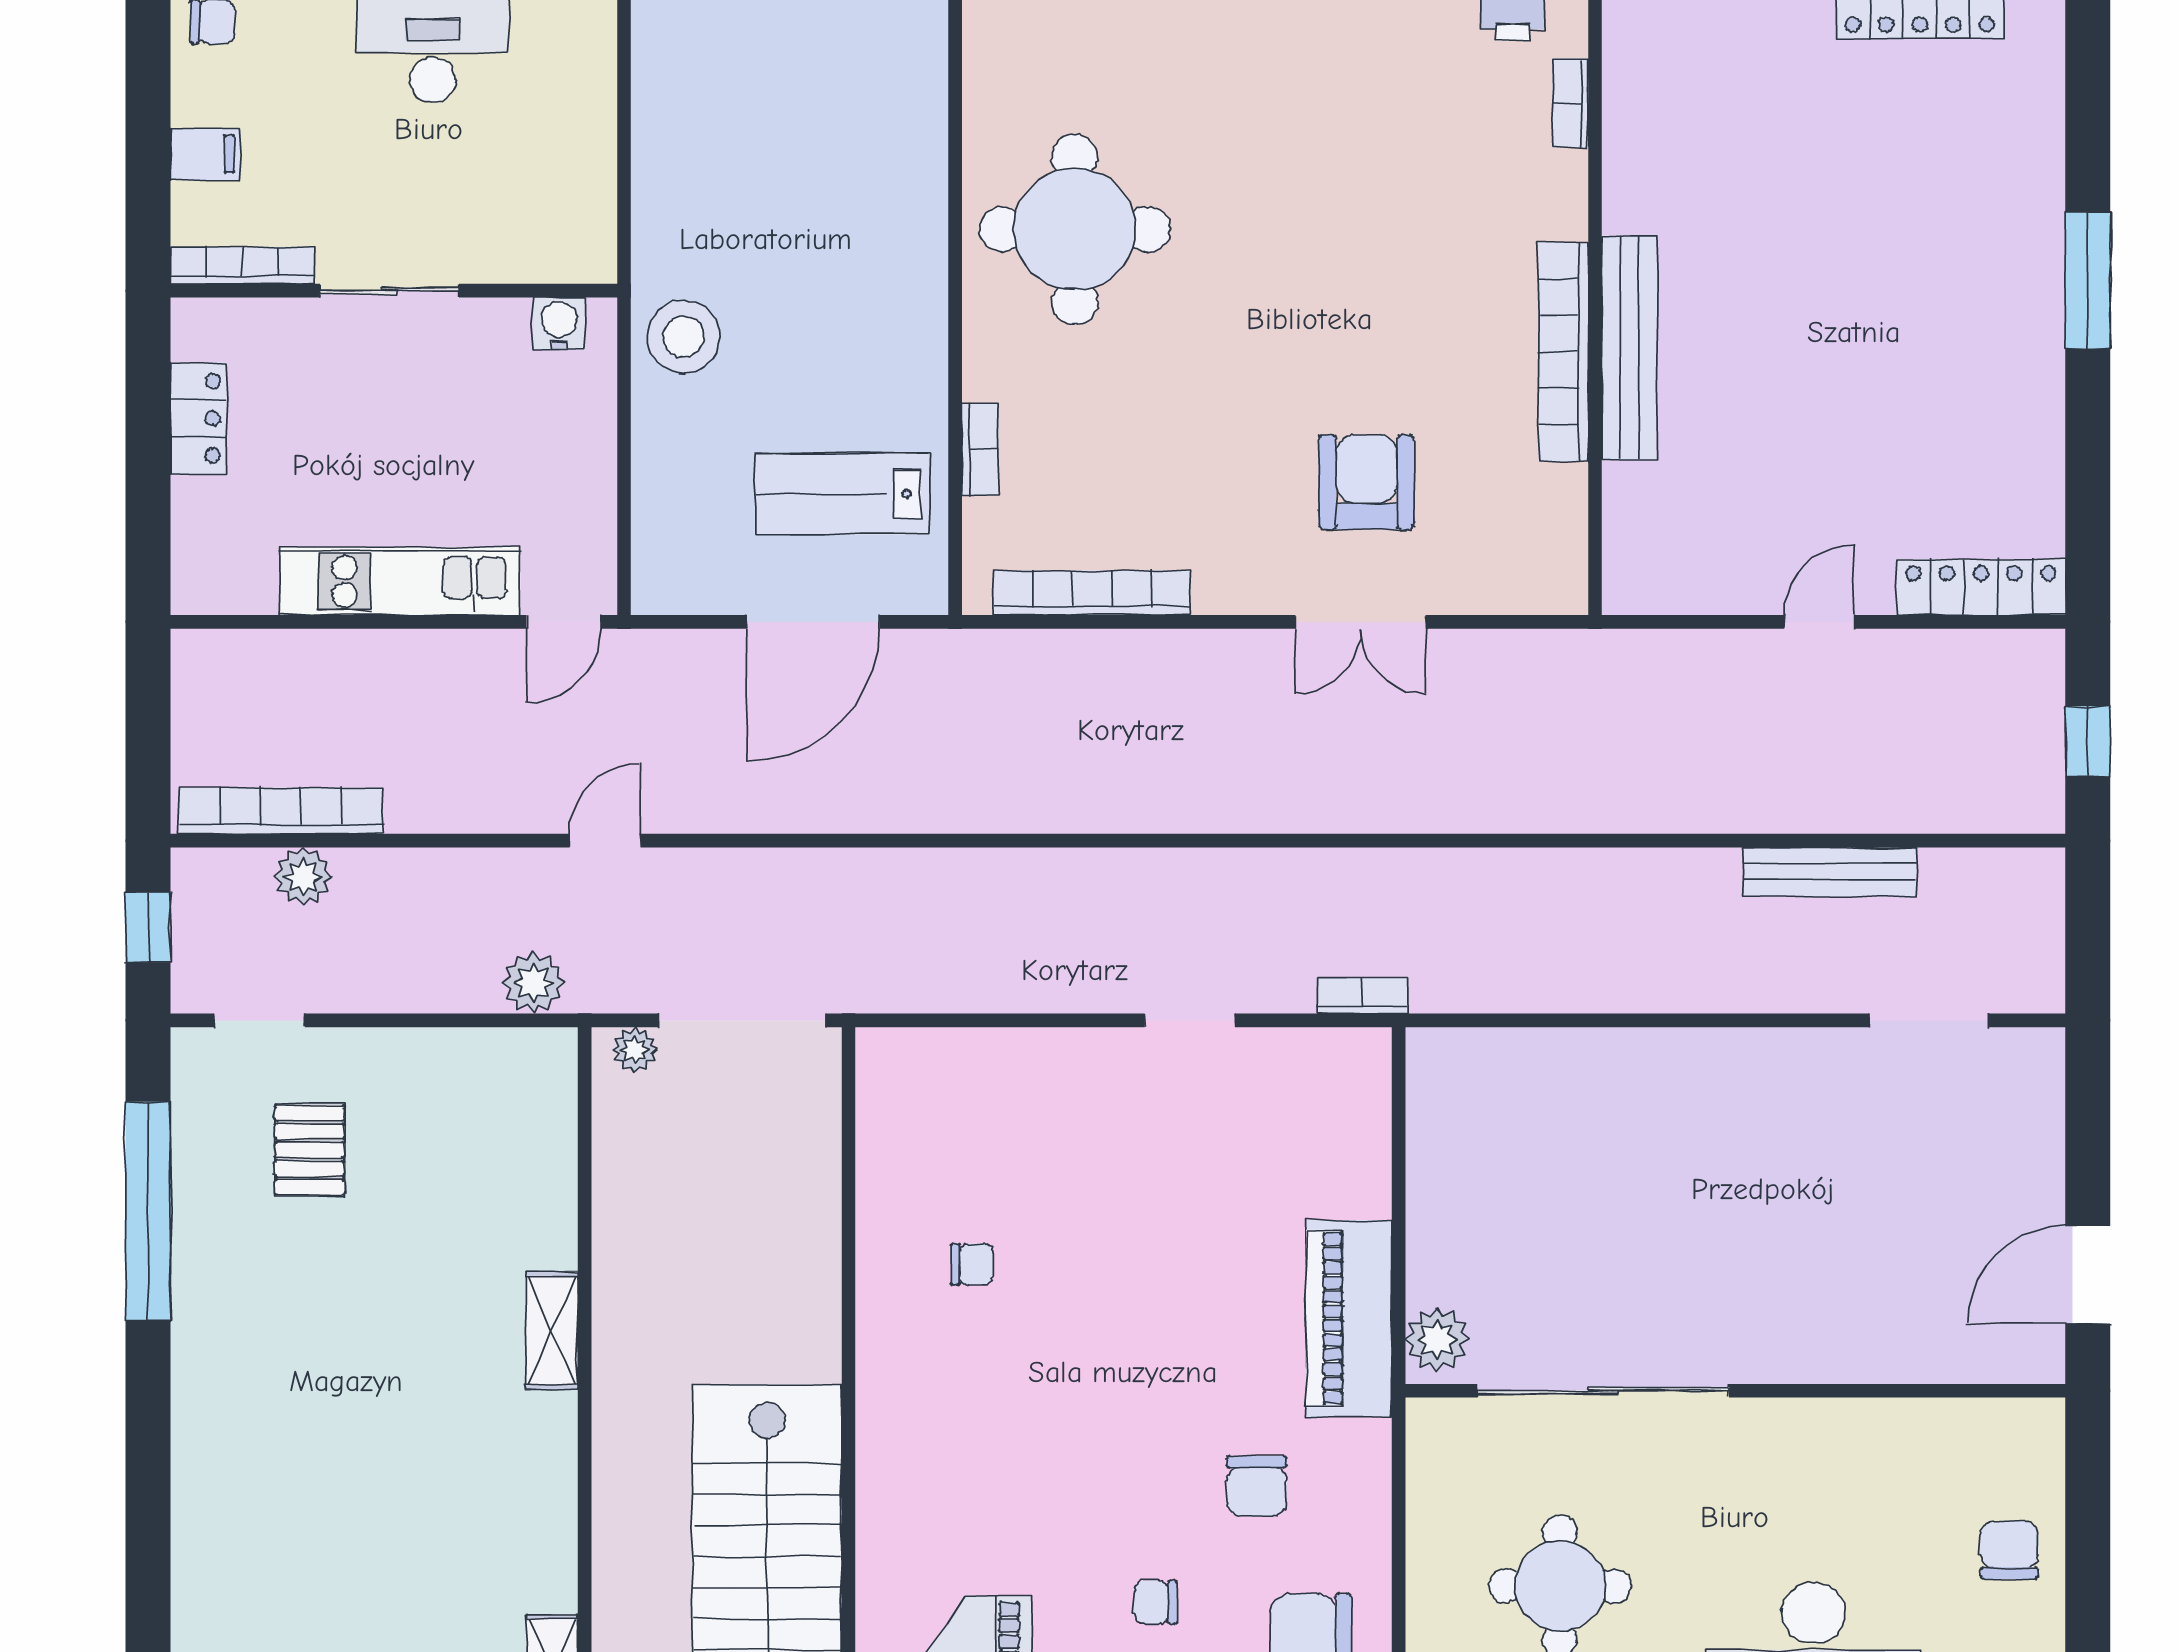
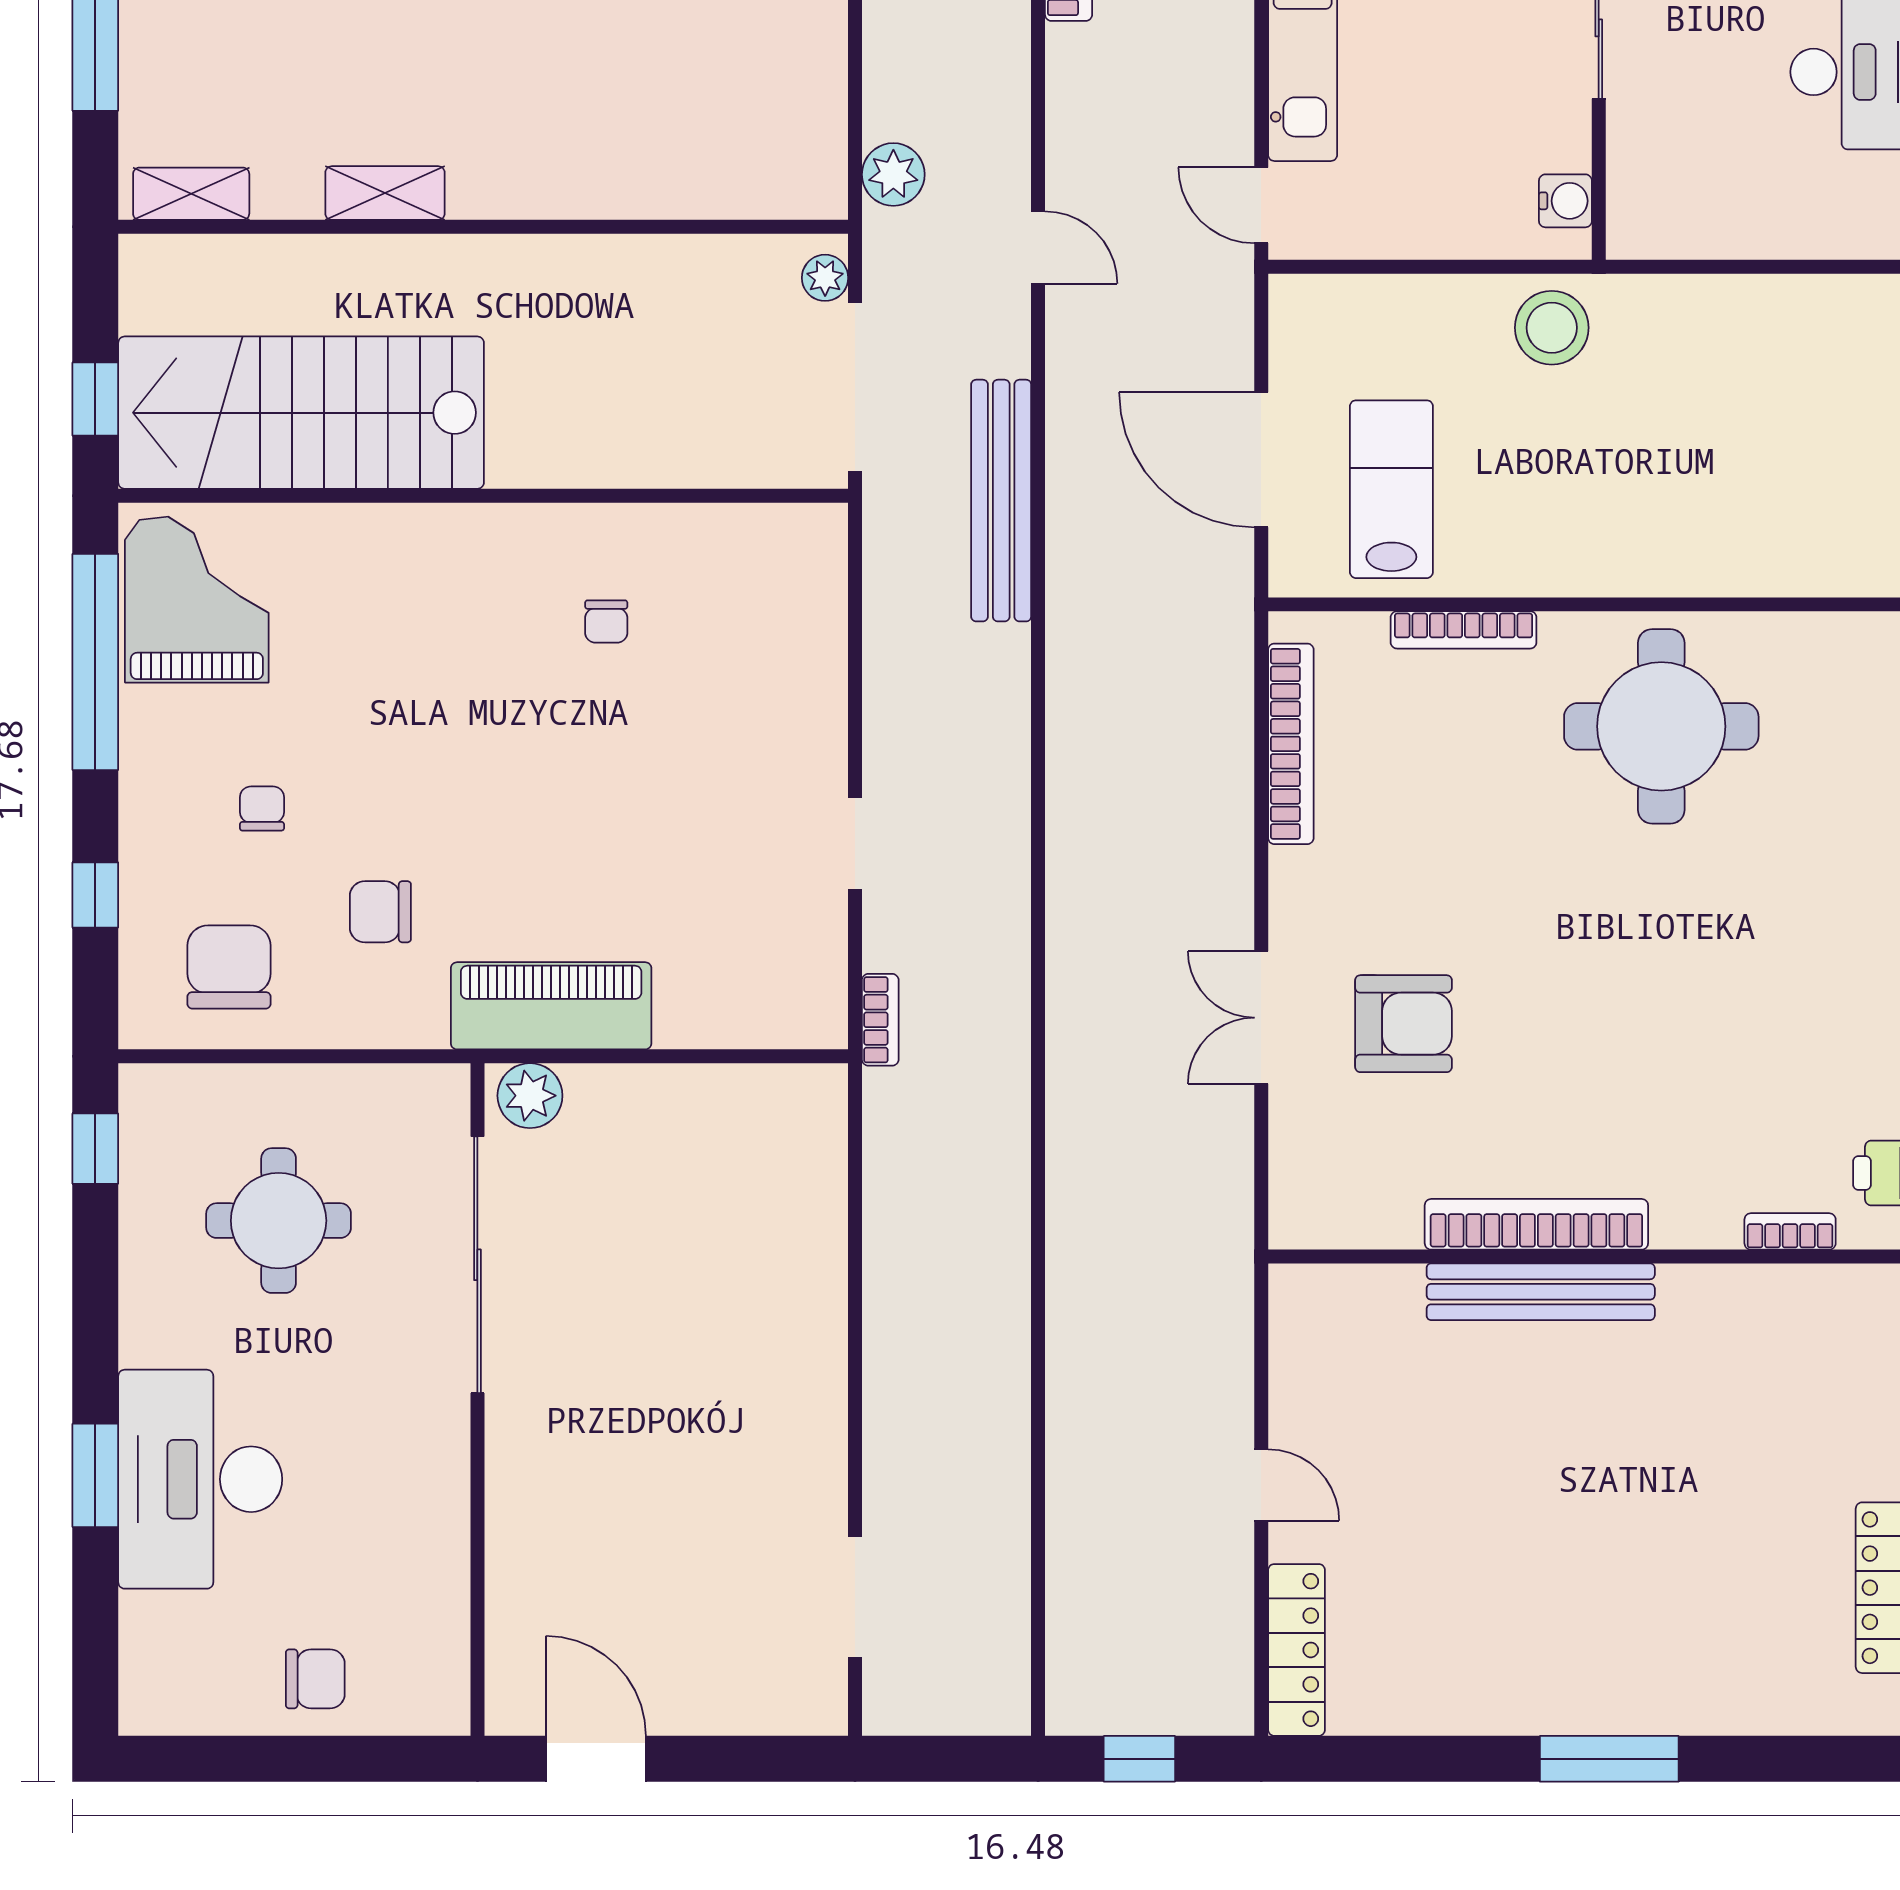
bookcase: (980, 449) -> (1464, 630), width x1.56
bench: (1830, 872) -> (1001, 501), moved, width x1.37, depth x1.21
shelving: (552, 1330) -> (385, 193), moved

